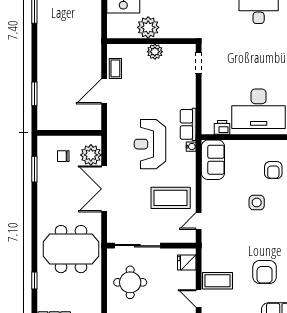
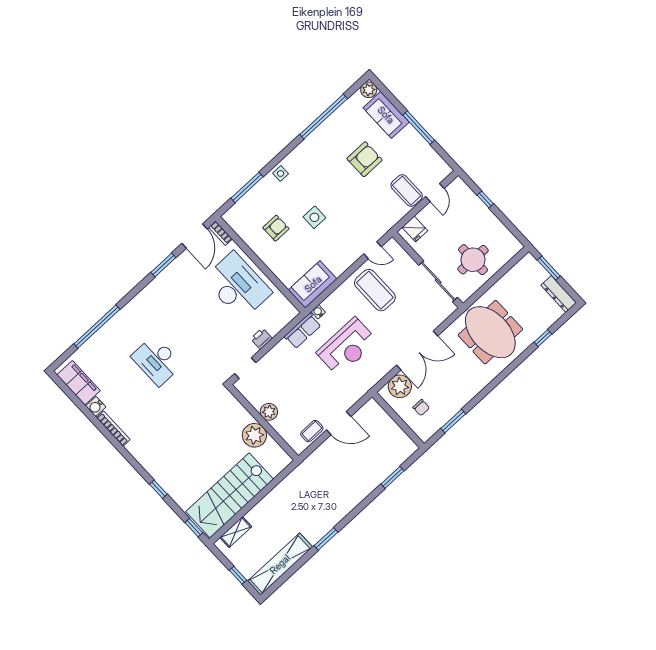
printer: (222, 127) -> (261, 339), moved, turned 90

